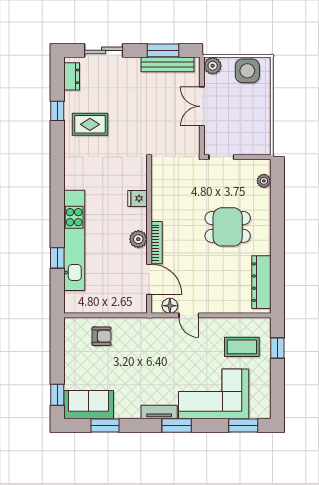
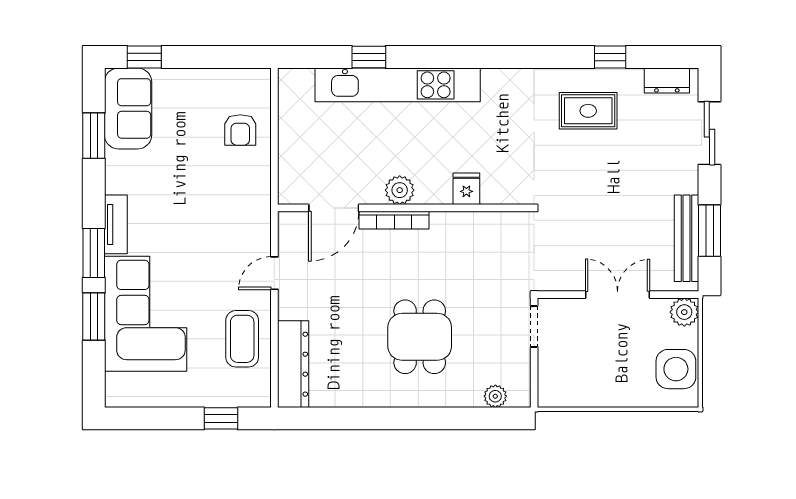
rug: (90, 124) -> (588, 111), turned 90
dresser: (261, 282) -> (293, 364), moved, turned 90
floor lamp: (170, 306) -> (290, 242), removed
coffee table: (242, 347) -> (242, 339), moved
window: (243, 426) -> (94, 316), moved

